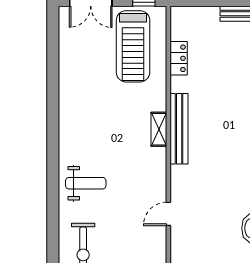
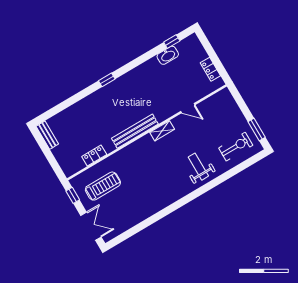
treadmill: (133, 46) -> (103, 186), width x0.73, depth x0.73
shelving: (159, 129) -> (162, 131), moved

